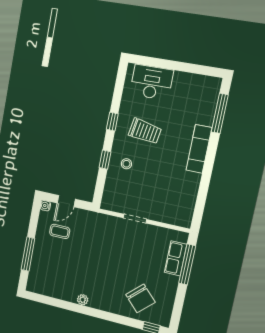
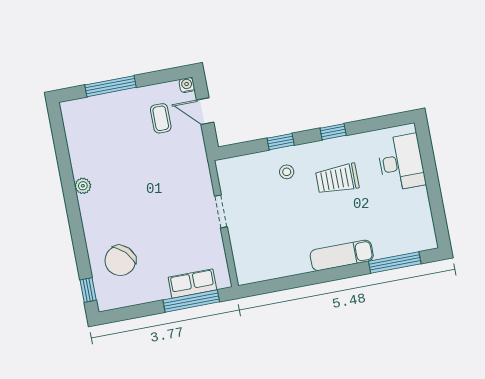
trolley: (145, 131) -> (337, 179), turned 81

